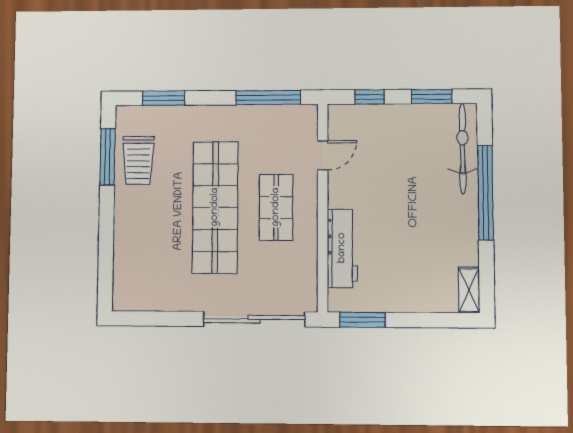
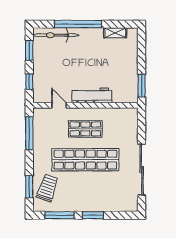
trolley: (138, 160) -> (47, 188), moved, turned -71
window: (106, 222) -> (93, 215), added
workbench: (342, 248) -> (92, 96), moved
shelving: (469, 290) -> (115, 33), moved
sliding door: (254, 319) -> (142, 170), moved

